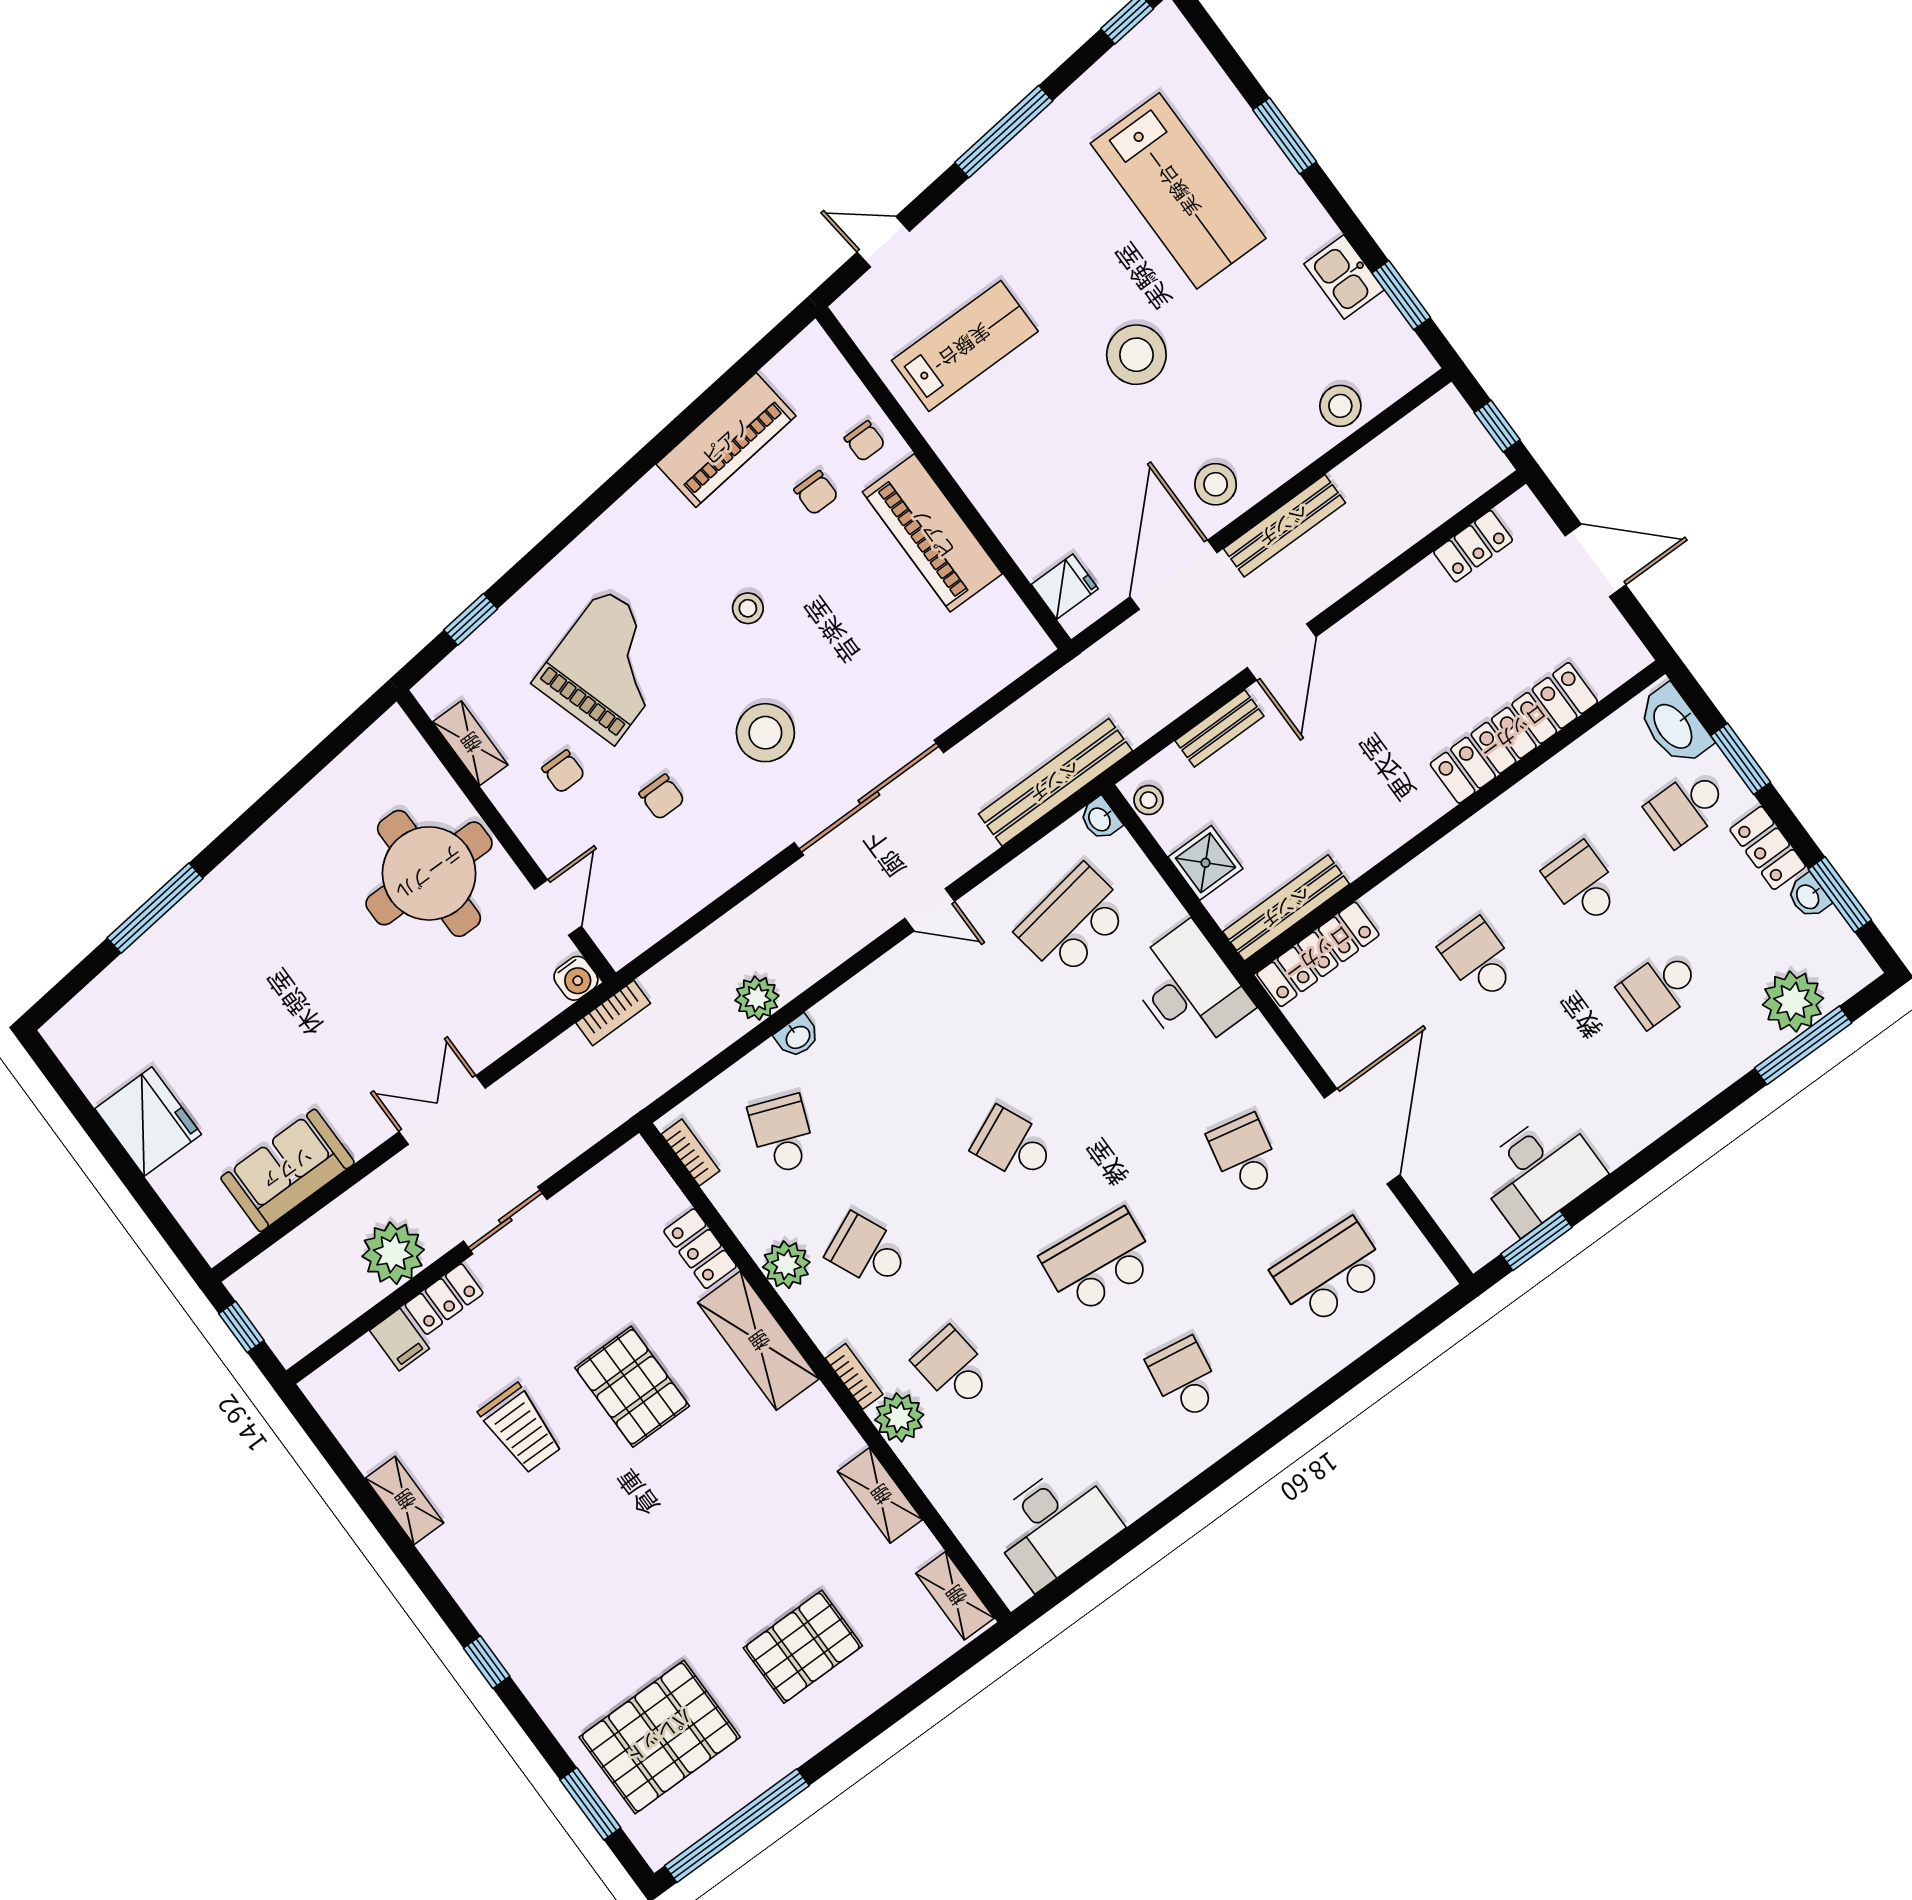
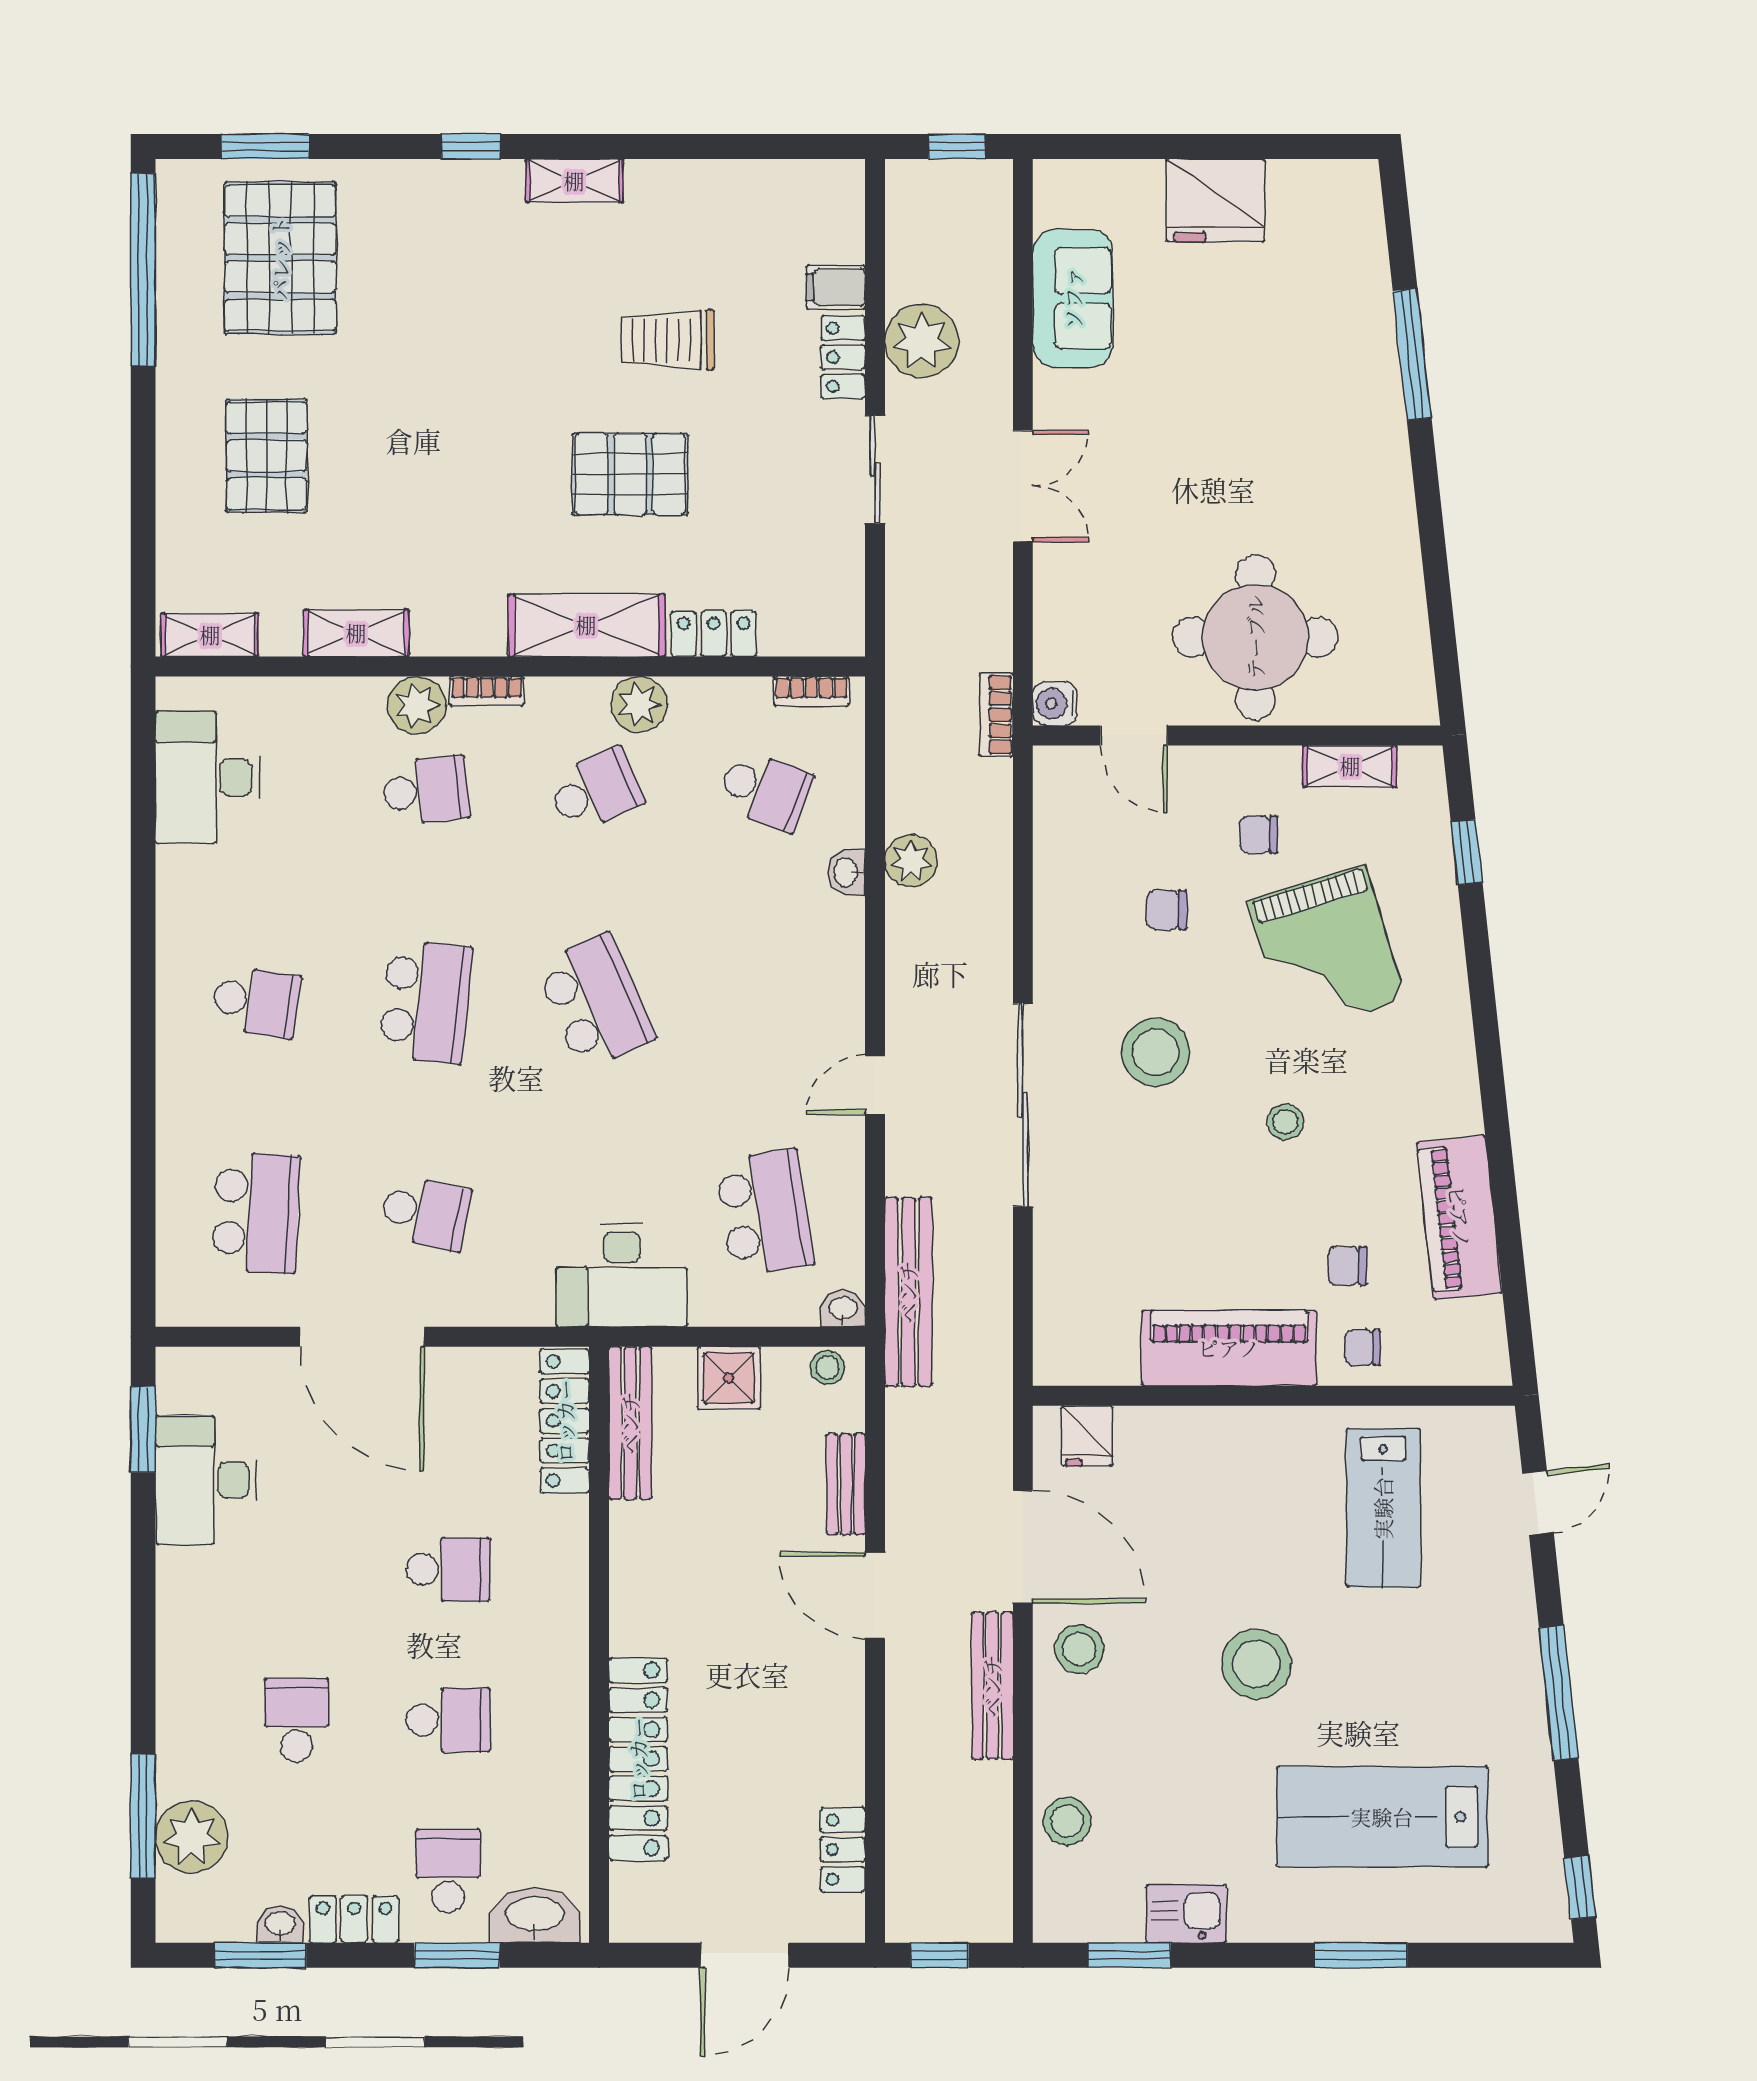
school desk: (1013, 1145) -> (595, 1002), width x1.85
shelving: (404, 1500) -> (574, 181), moved

